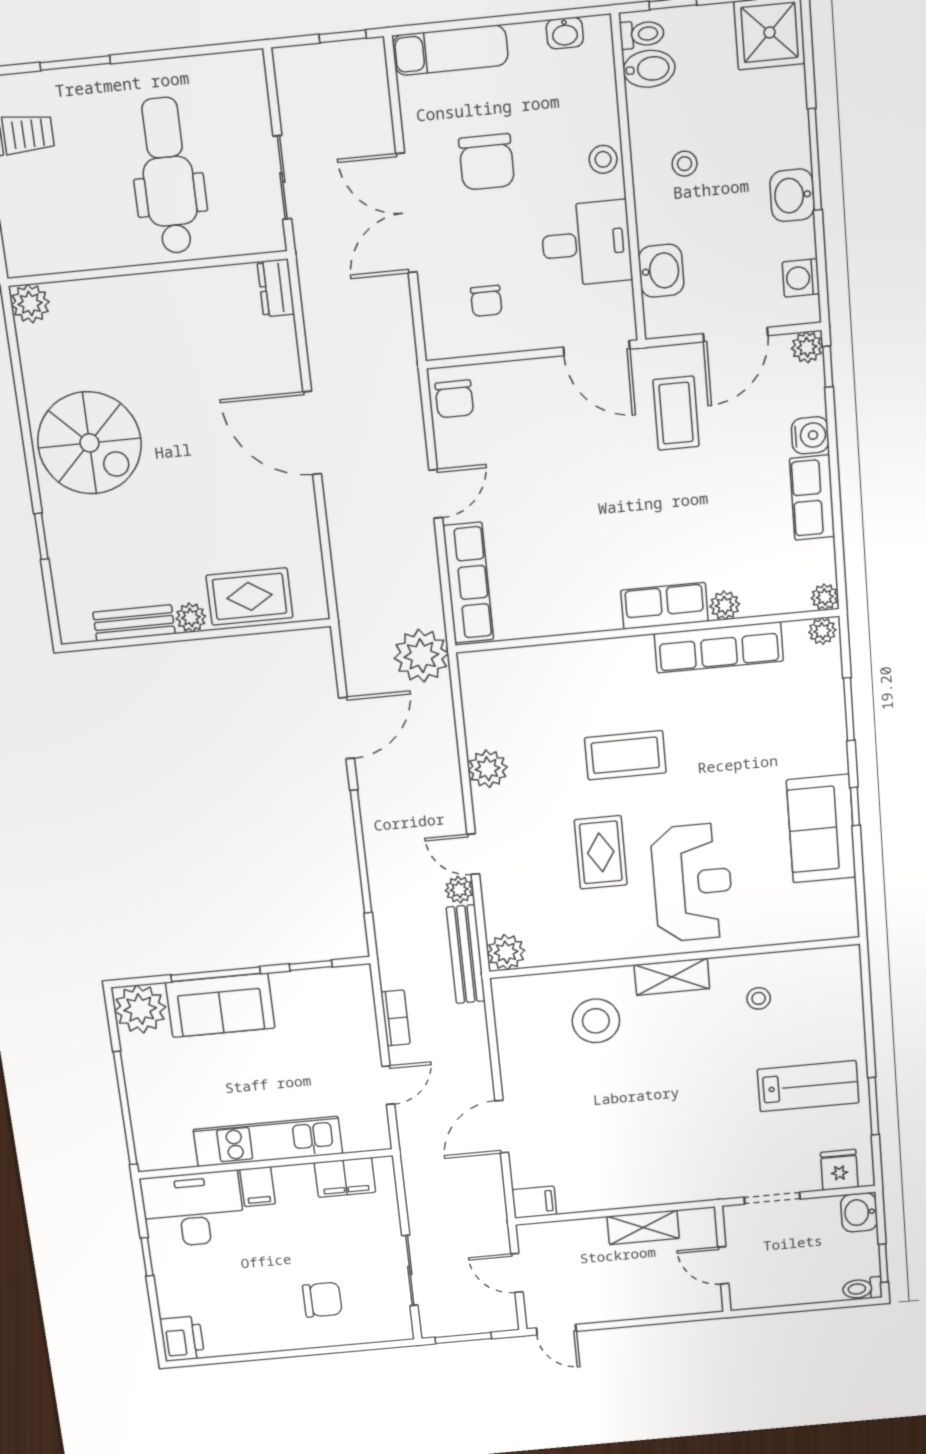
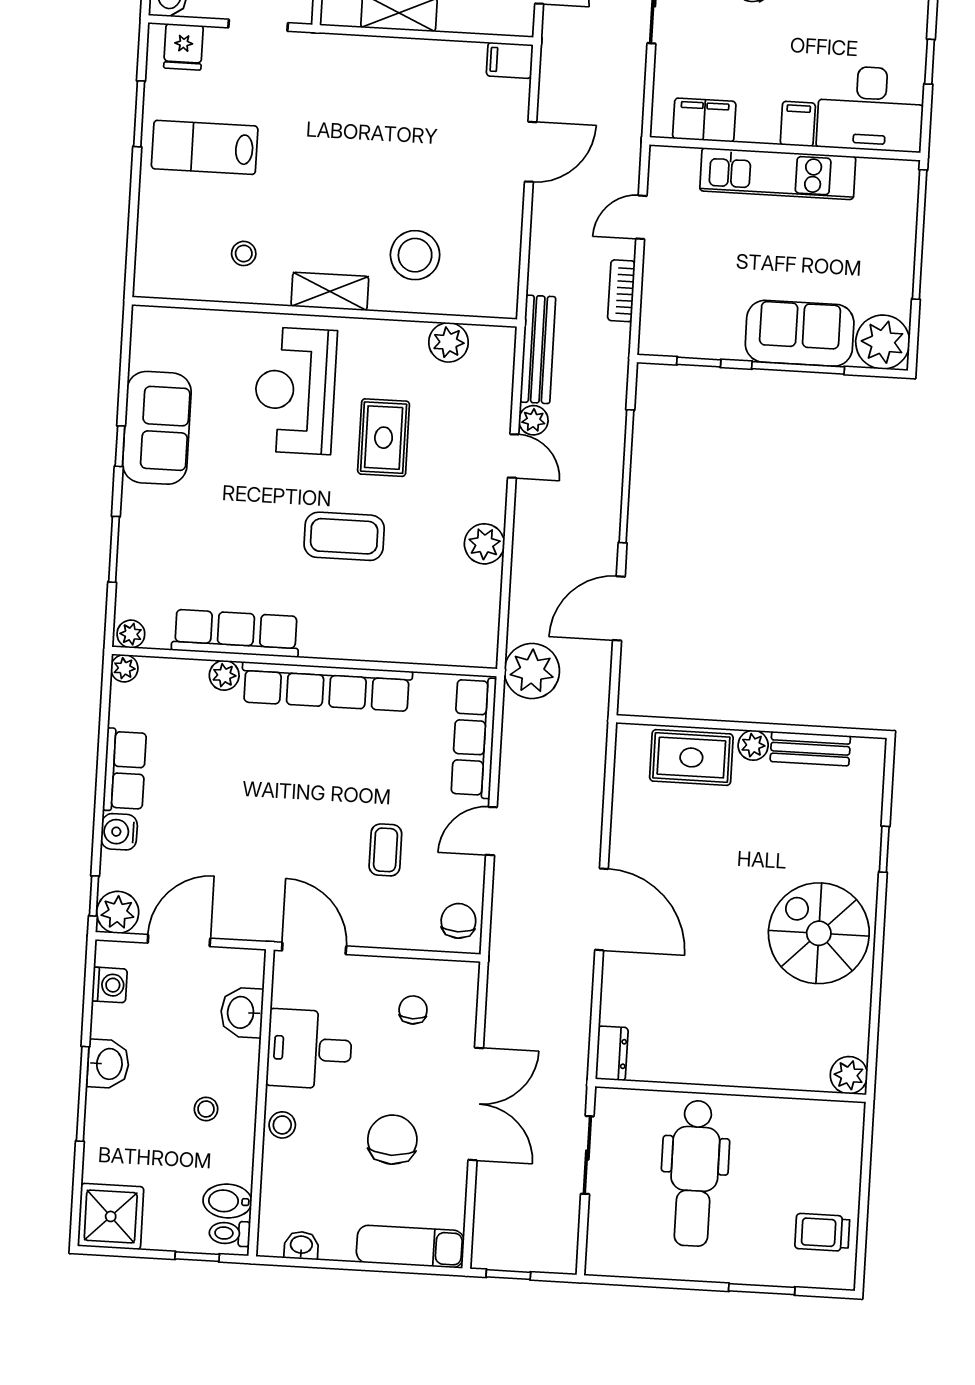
plant: (807, 347) -> (118, 912), width x1.38, depth x1.38
coffee table: (676, 413) -> (385, 850), moved, width x0.73, depth x0.77
row of seats: (664, 606) -> (327, 687), width x2.02
plant: (506, 952) -> (449, 342), moved

